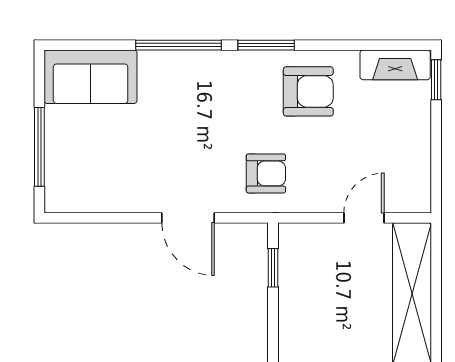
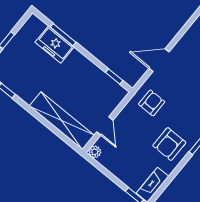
armchair: (266, 173) -> (152, 103), turned 180
plant: (418, 200) -> (95, 152), added

